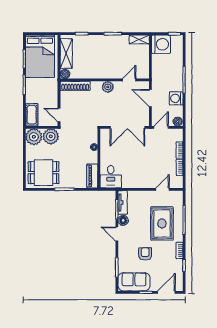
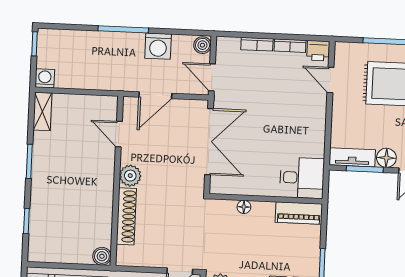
washing machine: (161, 44) -> (45, 78), width x0.53, depth x0.53
shelving: (66, 53) -> (63, 252), removed
shoe rack: (75, 86) -> (126, 216), moved
printer: (178, 182) -> (318, 51), added

